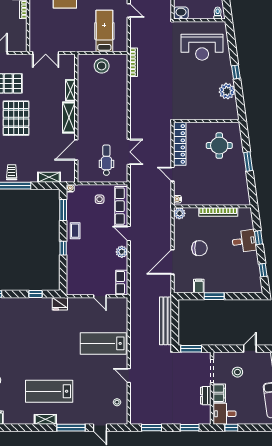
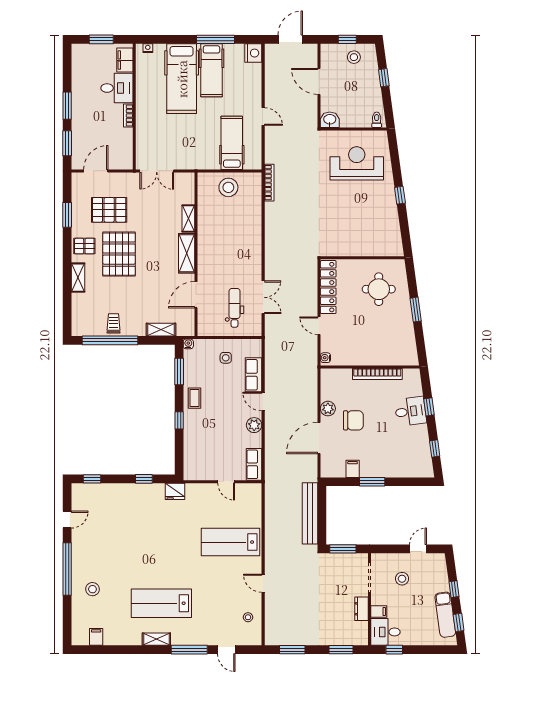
reception desk: (202, 47) -> (357, 163), turned 180
plant: (227, 91) -> (389, 220), removed
row of seats: (121, 206) -> (254, 375), width x0.68
plant: (179, 213) -> (328, 409), moved
filing cabinet: (219, 393) -> (379, 611), width x0.50

